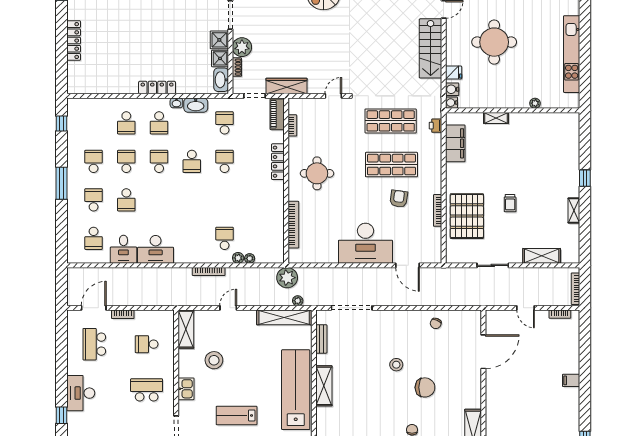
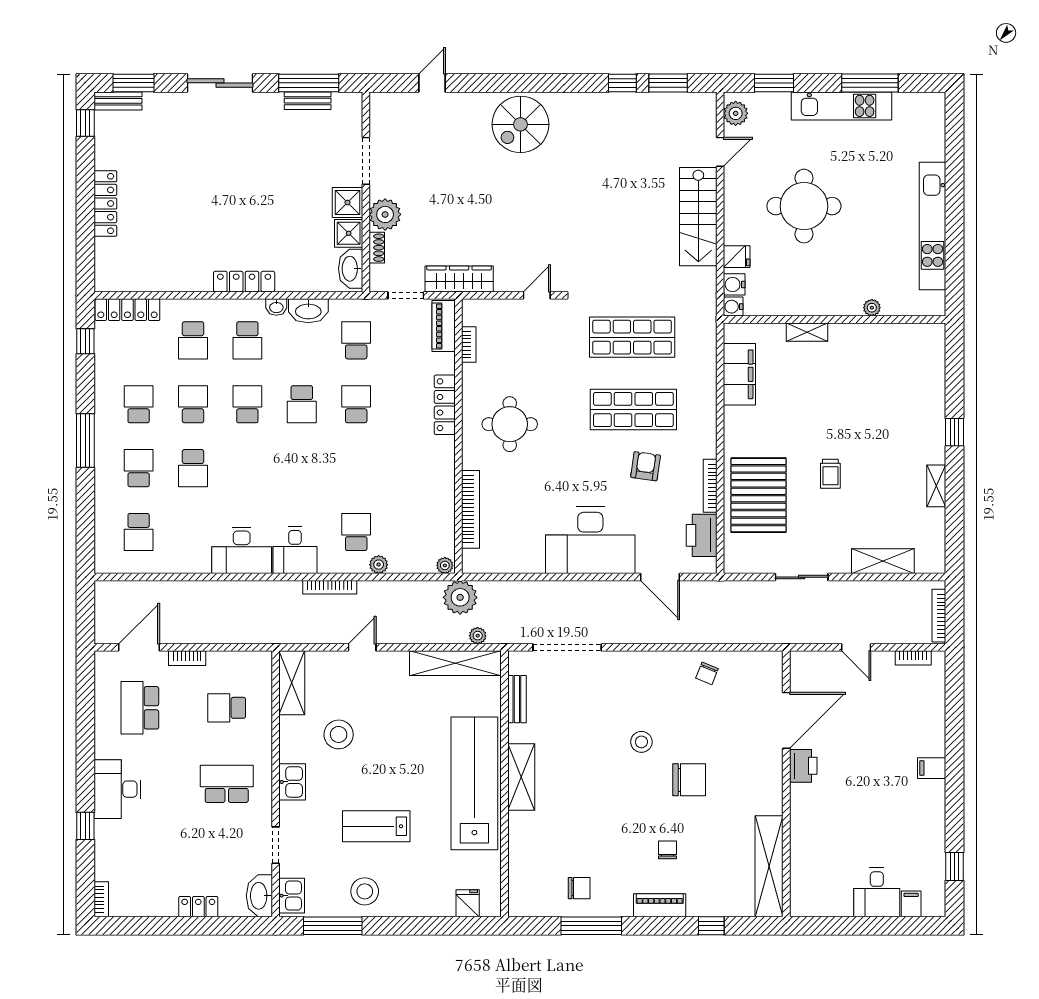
locker: (87, 104) -> (127, 310), added
printer: (436, 126) -> (702, 535), moved, width x1.87, depth x1.48
desk: (123, 249) -> (295, 550), moved
plant: (250, 258) -> (445, 565), moved
printer: (494, 379) -> (803, 766), added

